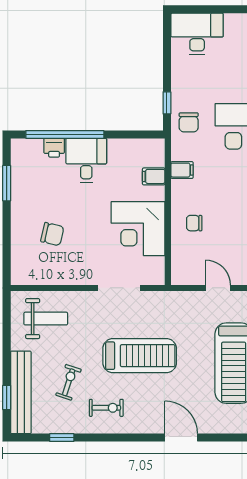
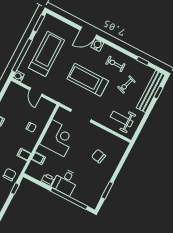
printer: (54, 148) -> (48, 180), moved
water cooler: (154, 424) -> (97, 45), added
door: (181, 438) -> (88, 32), hinge flipped

